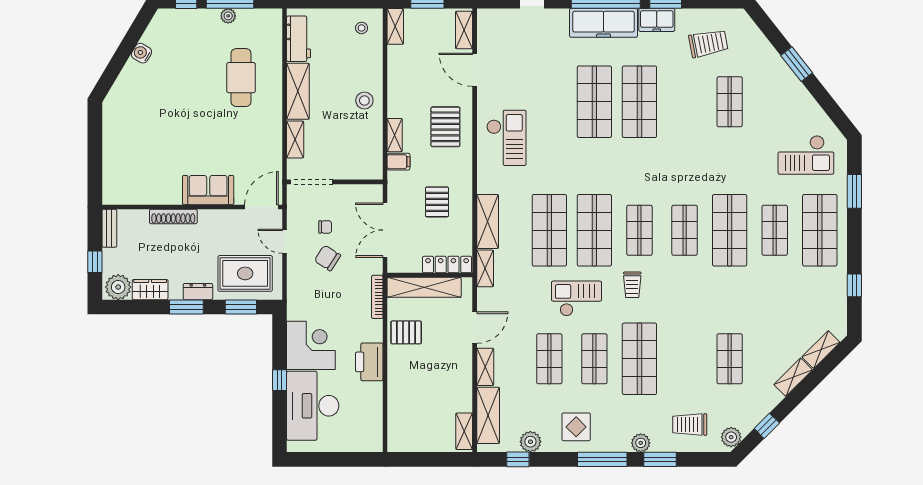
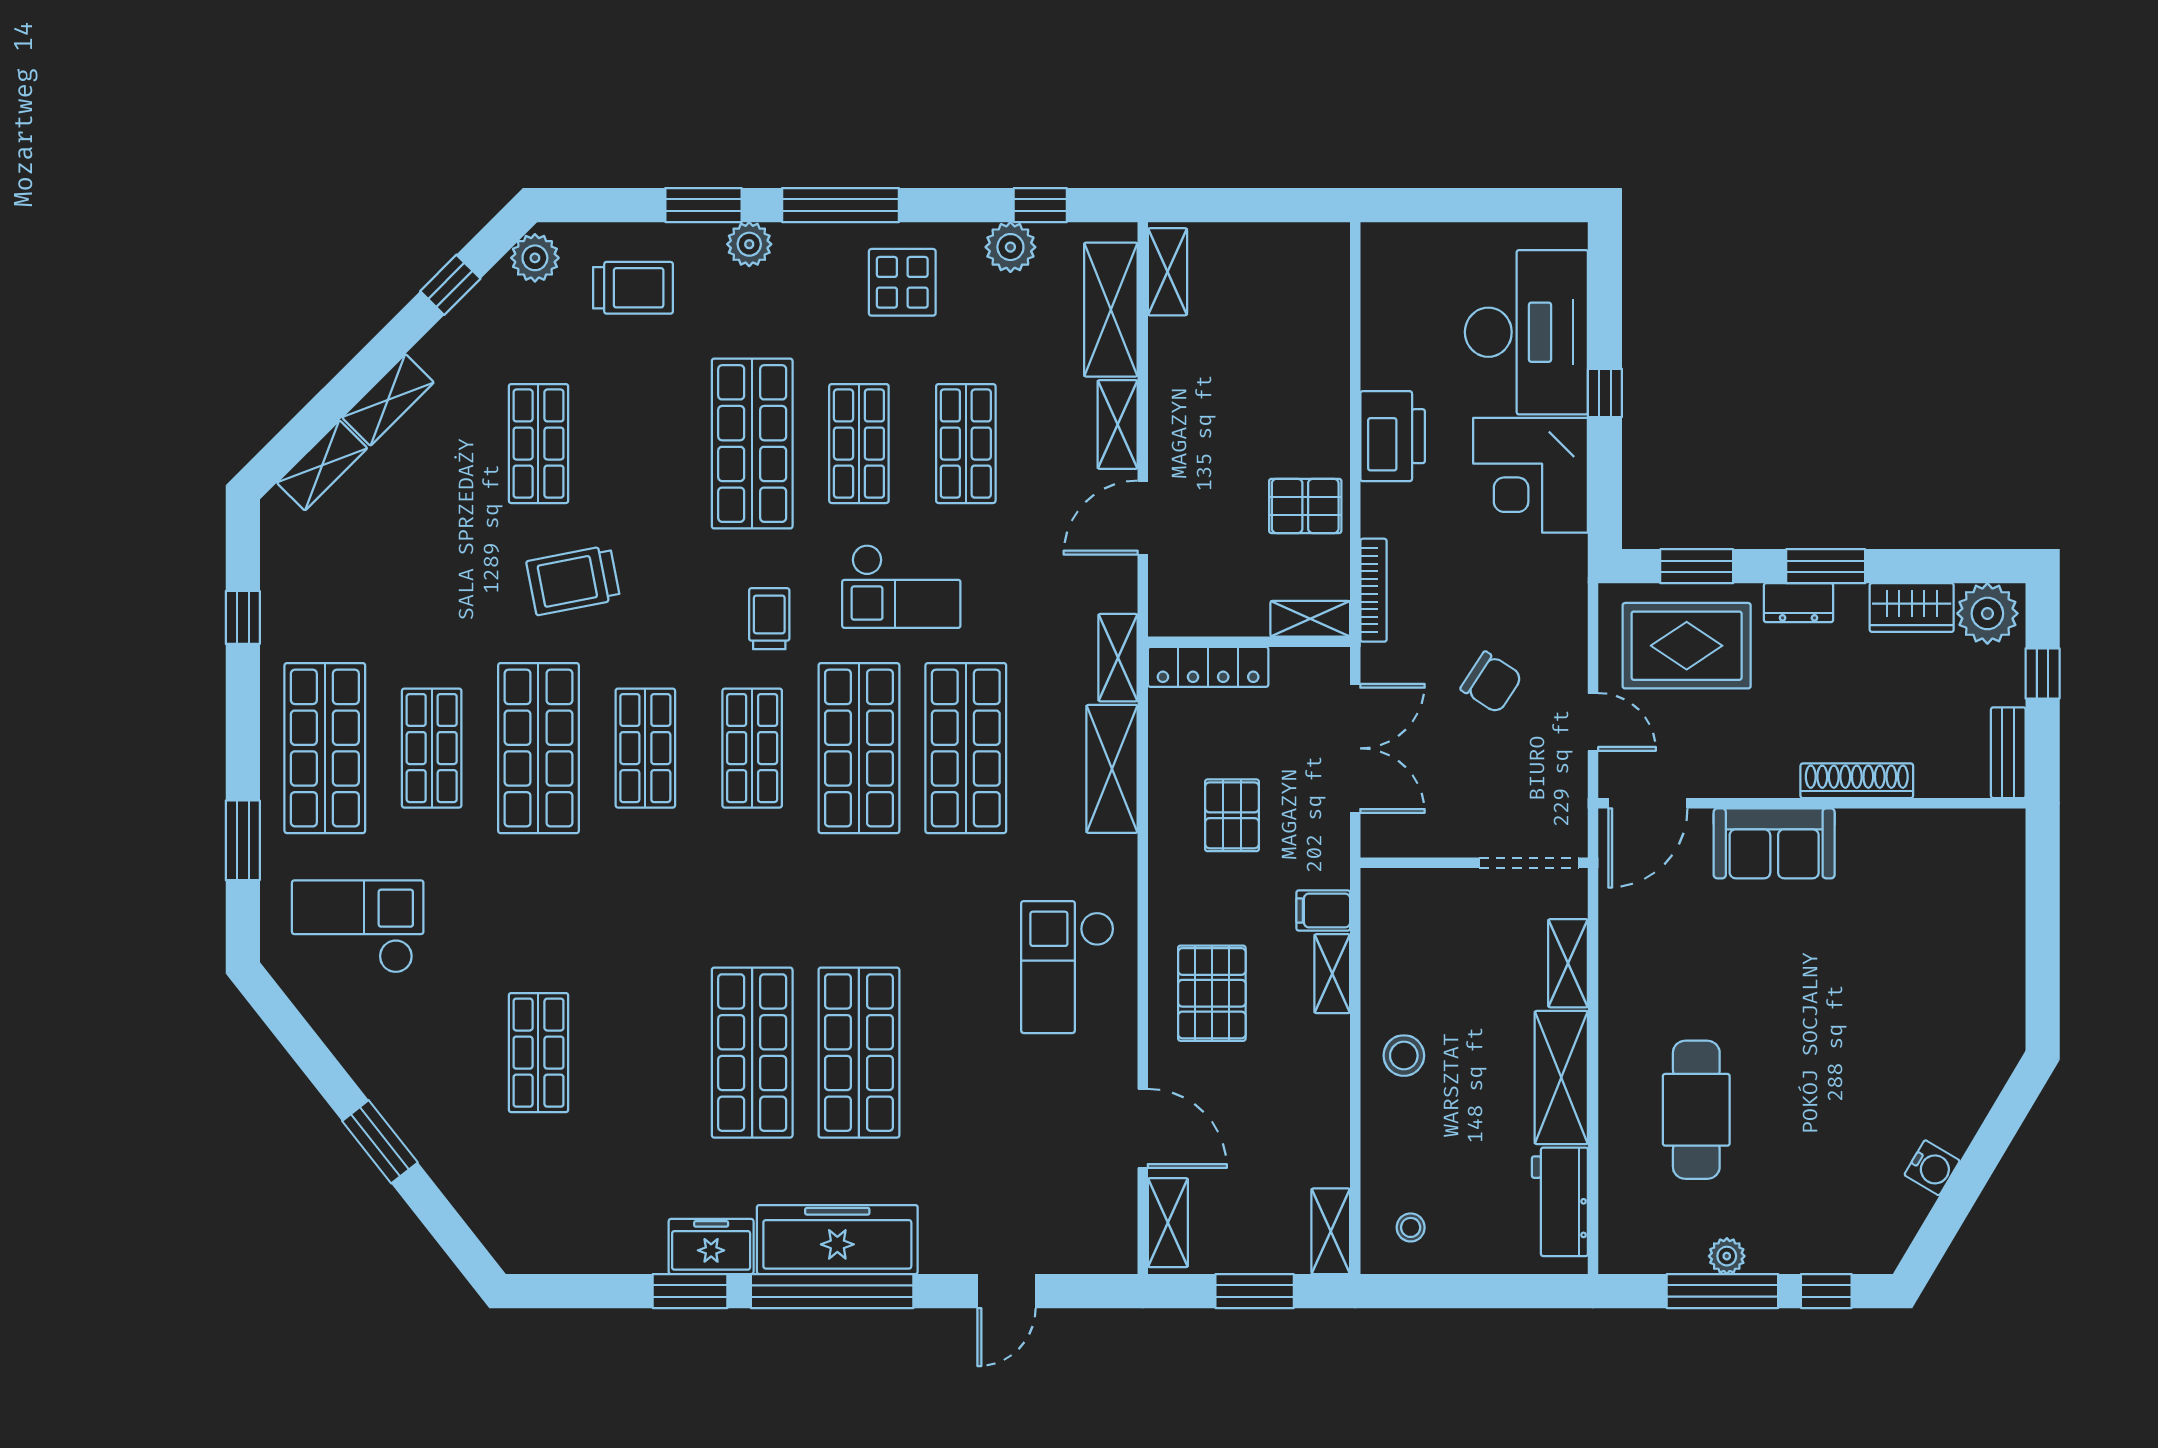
trolley: (708, 43) -> (573, 580), moved
chair: (325, 227) -> (1497, 756), removed
shelving: (424, 287) -> (1310, 619), width x0.45, depth x0.75

